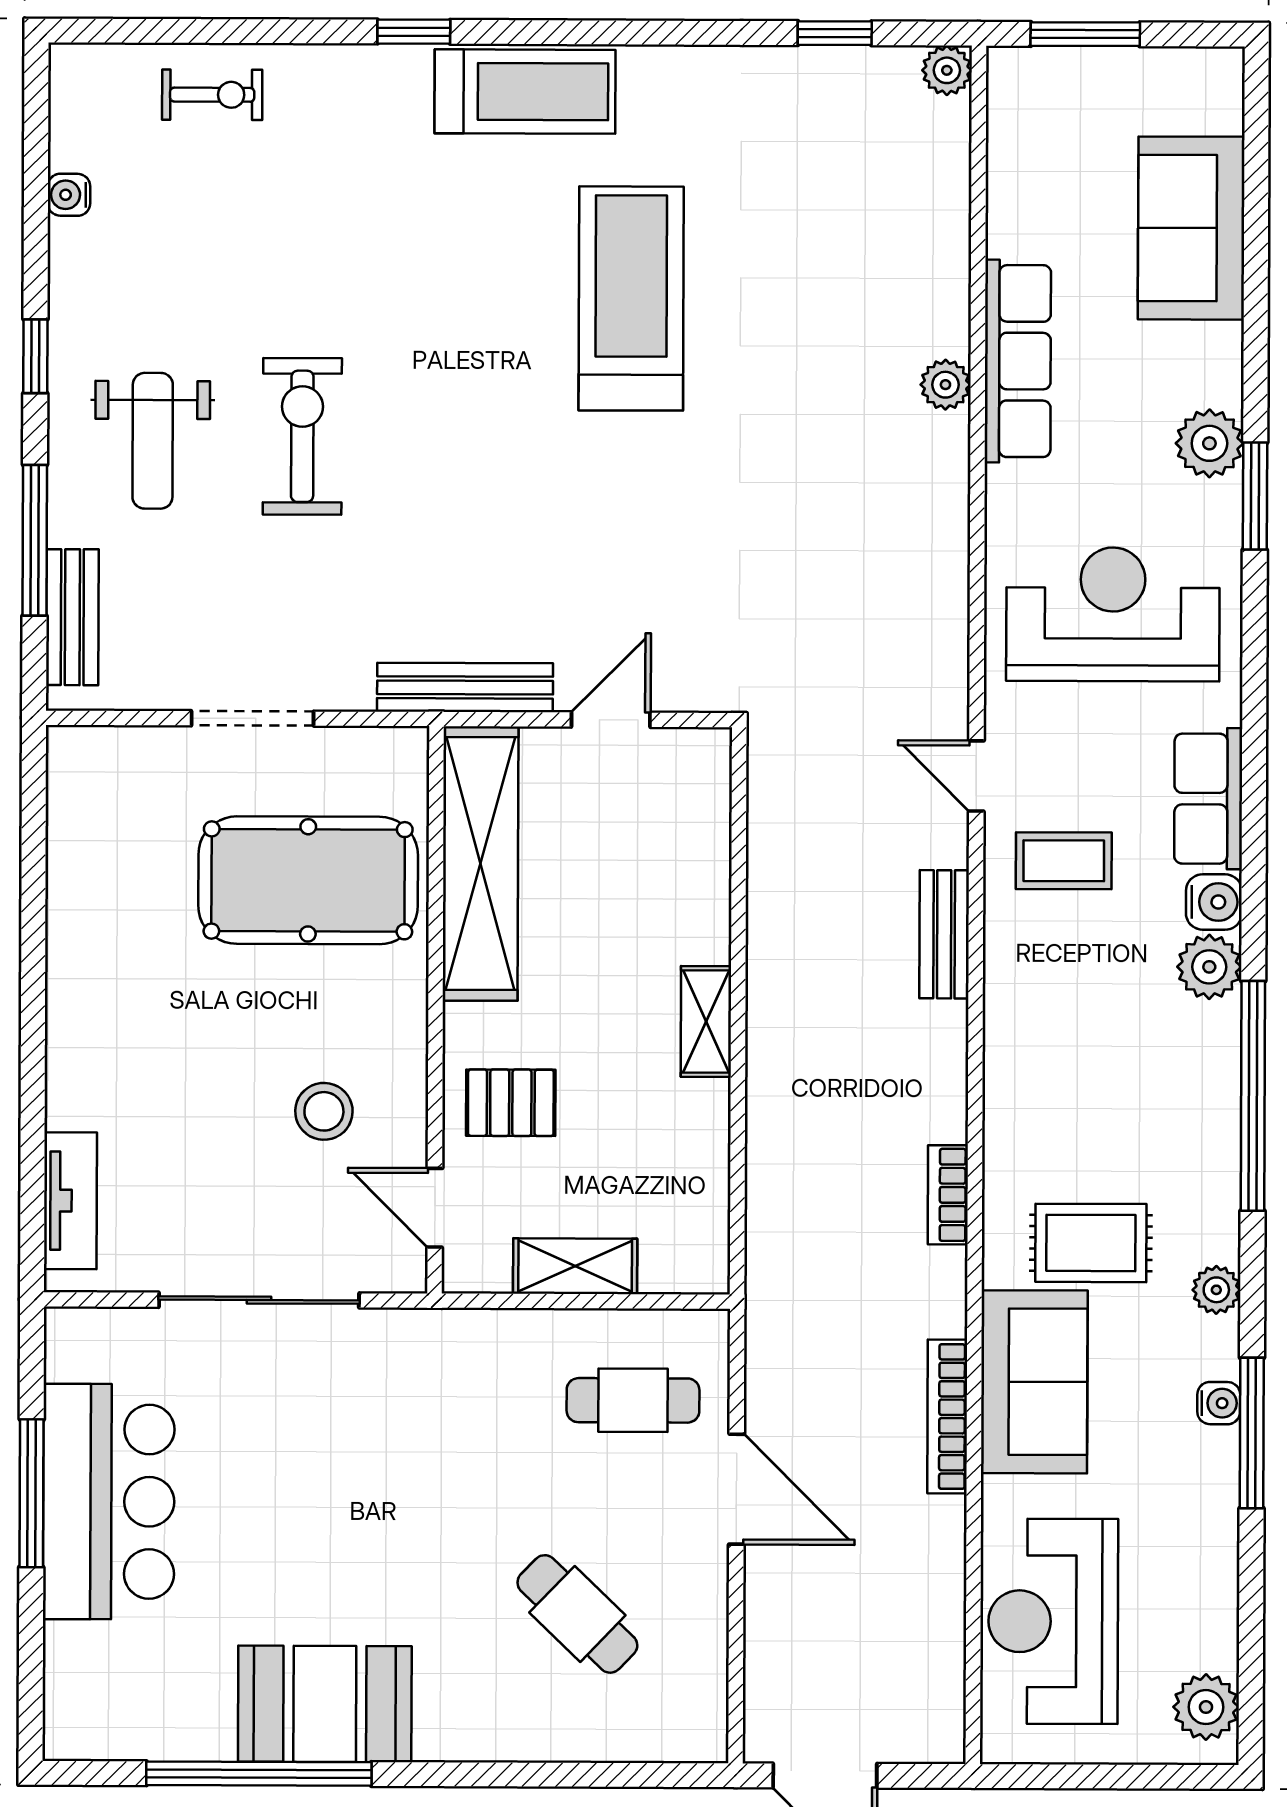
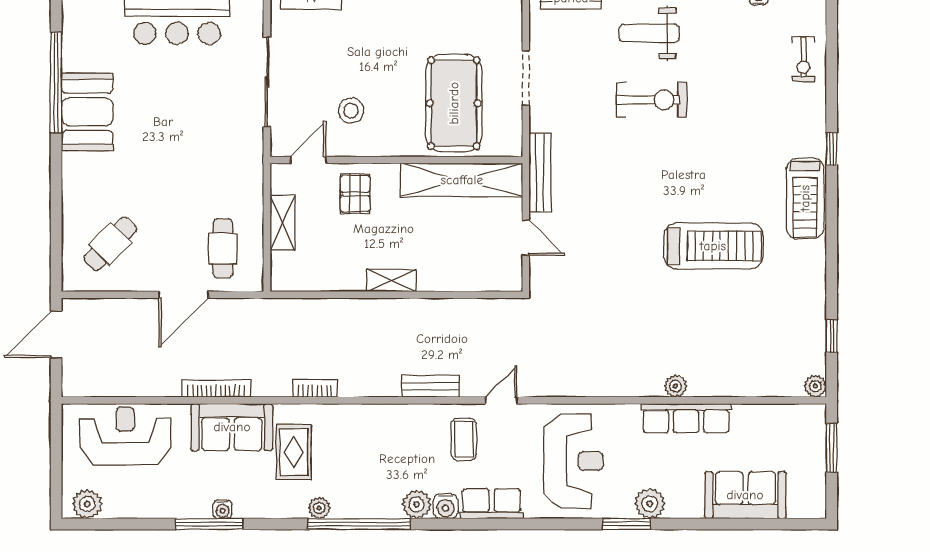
plant: (1216, 1290) -> (319, 508), moved
cafe table: (577, 1614) -> (110, 244), moved

